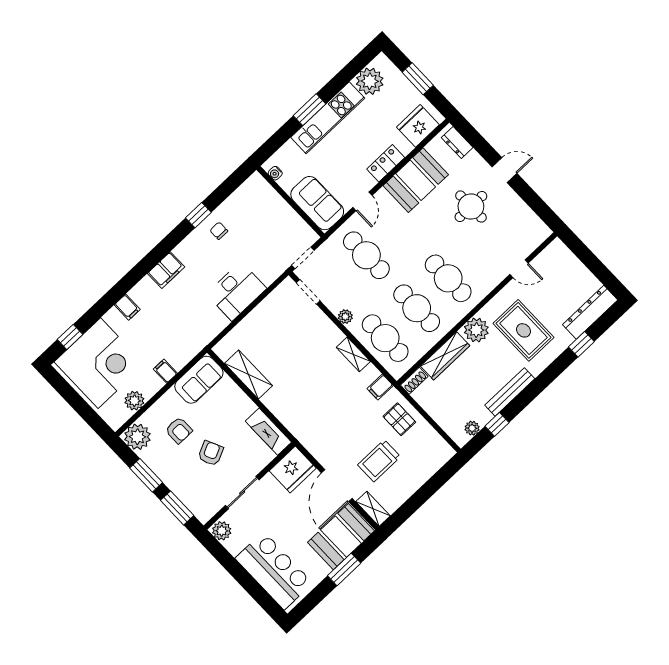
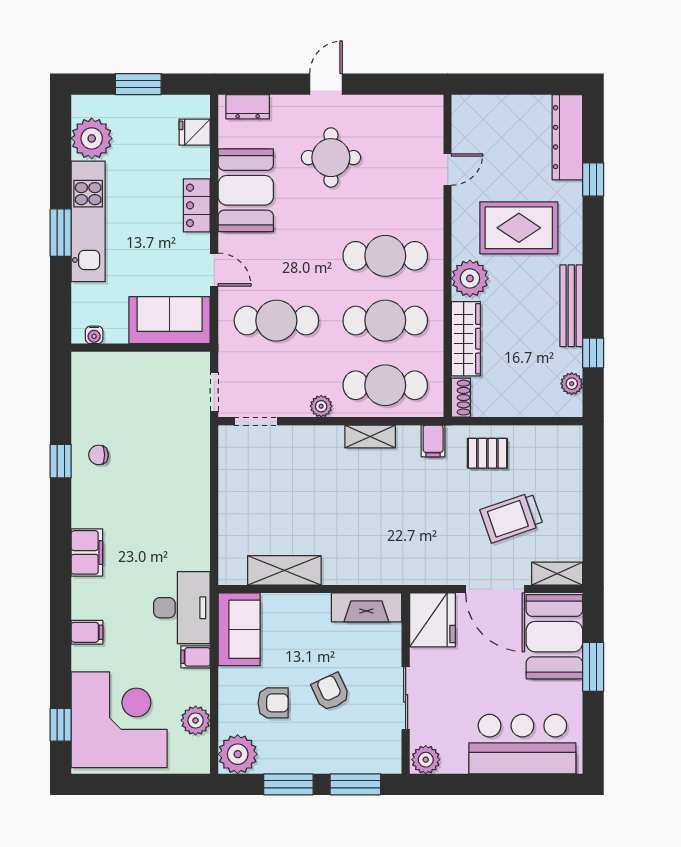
fridge: (418, 126) -> (195, 132), width x0.53, depth x0.75
desk: (236, 291) -> (182, 608), moved
trolley: (379, 461) -> (512, 518), turned 71

